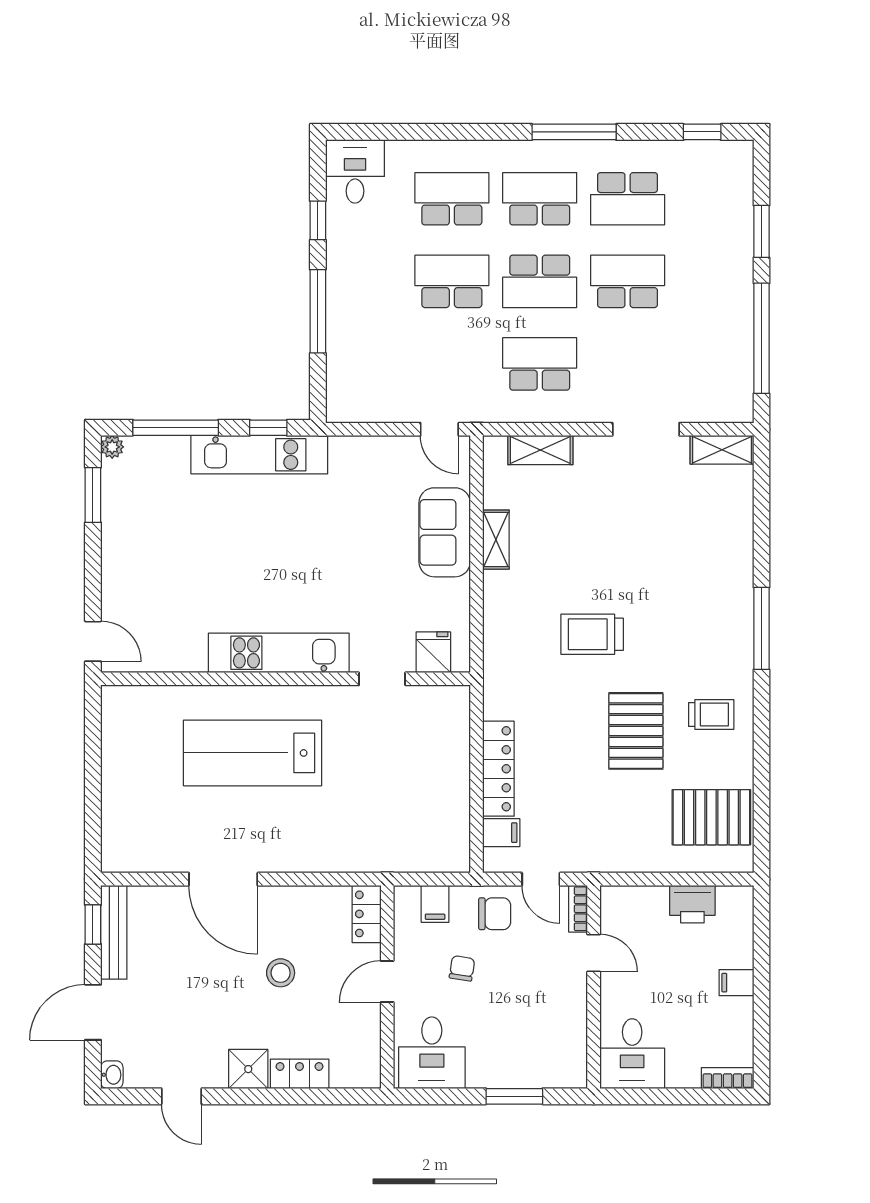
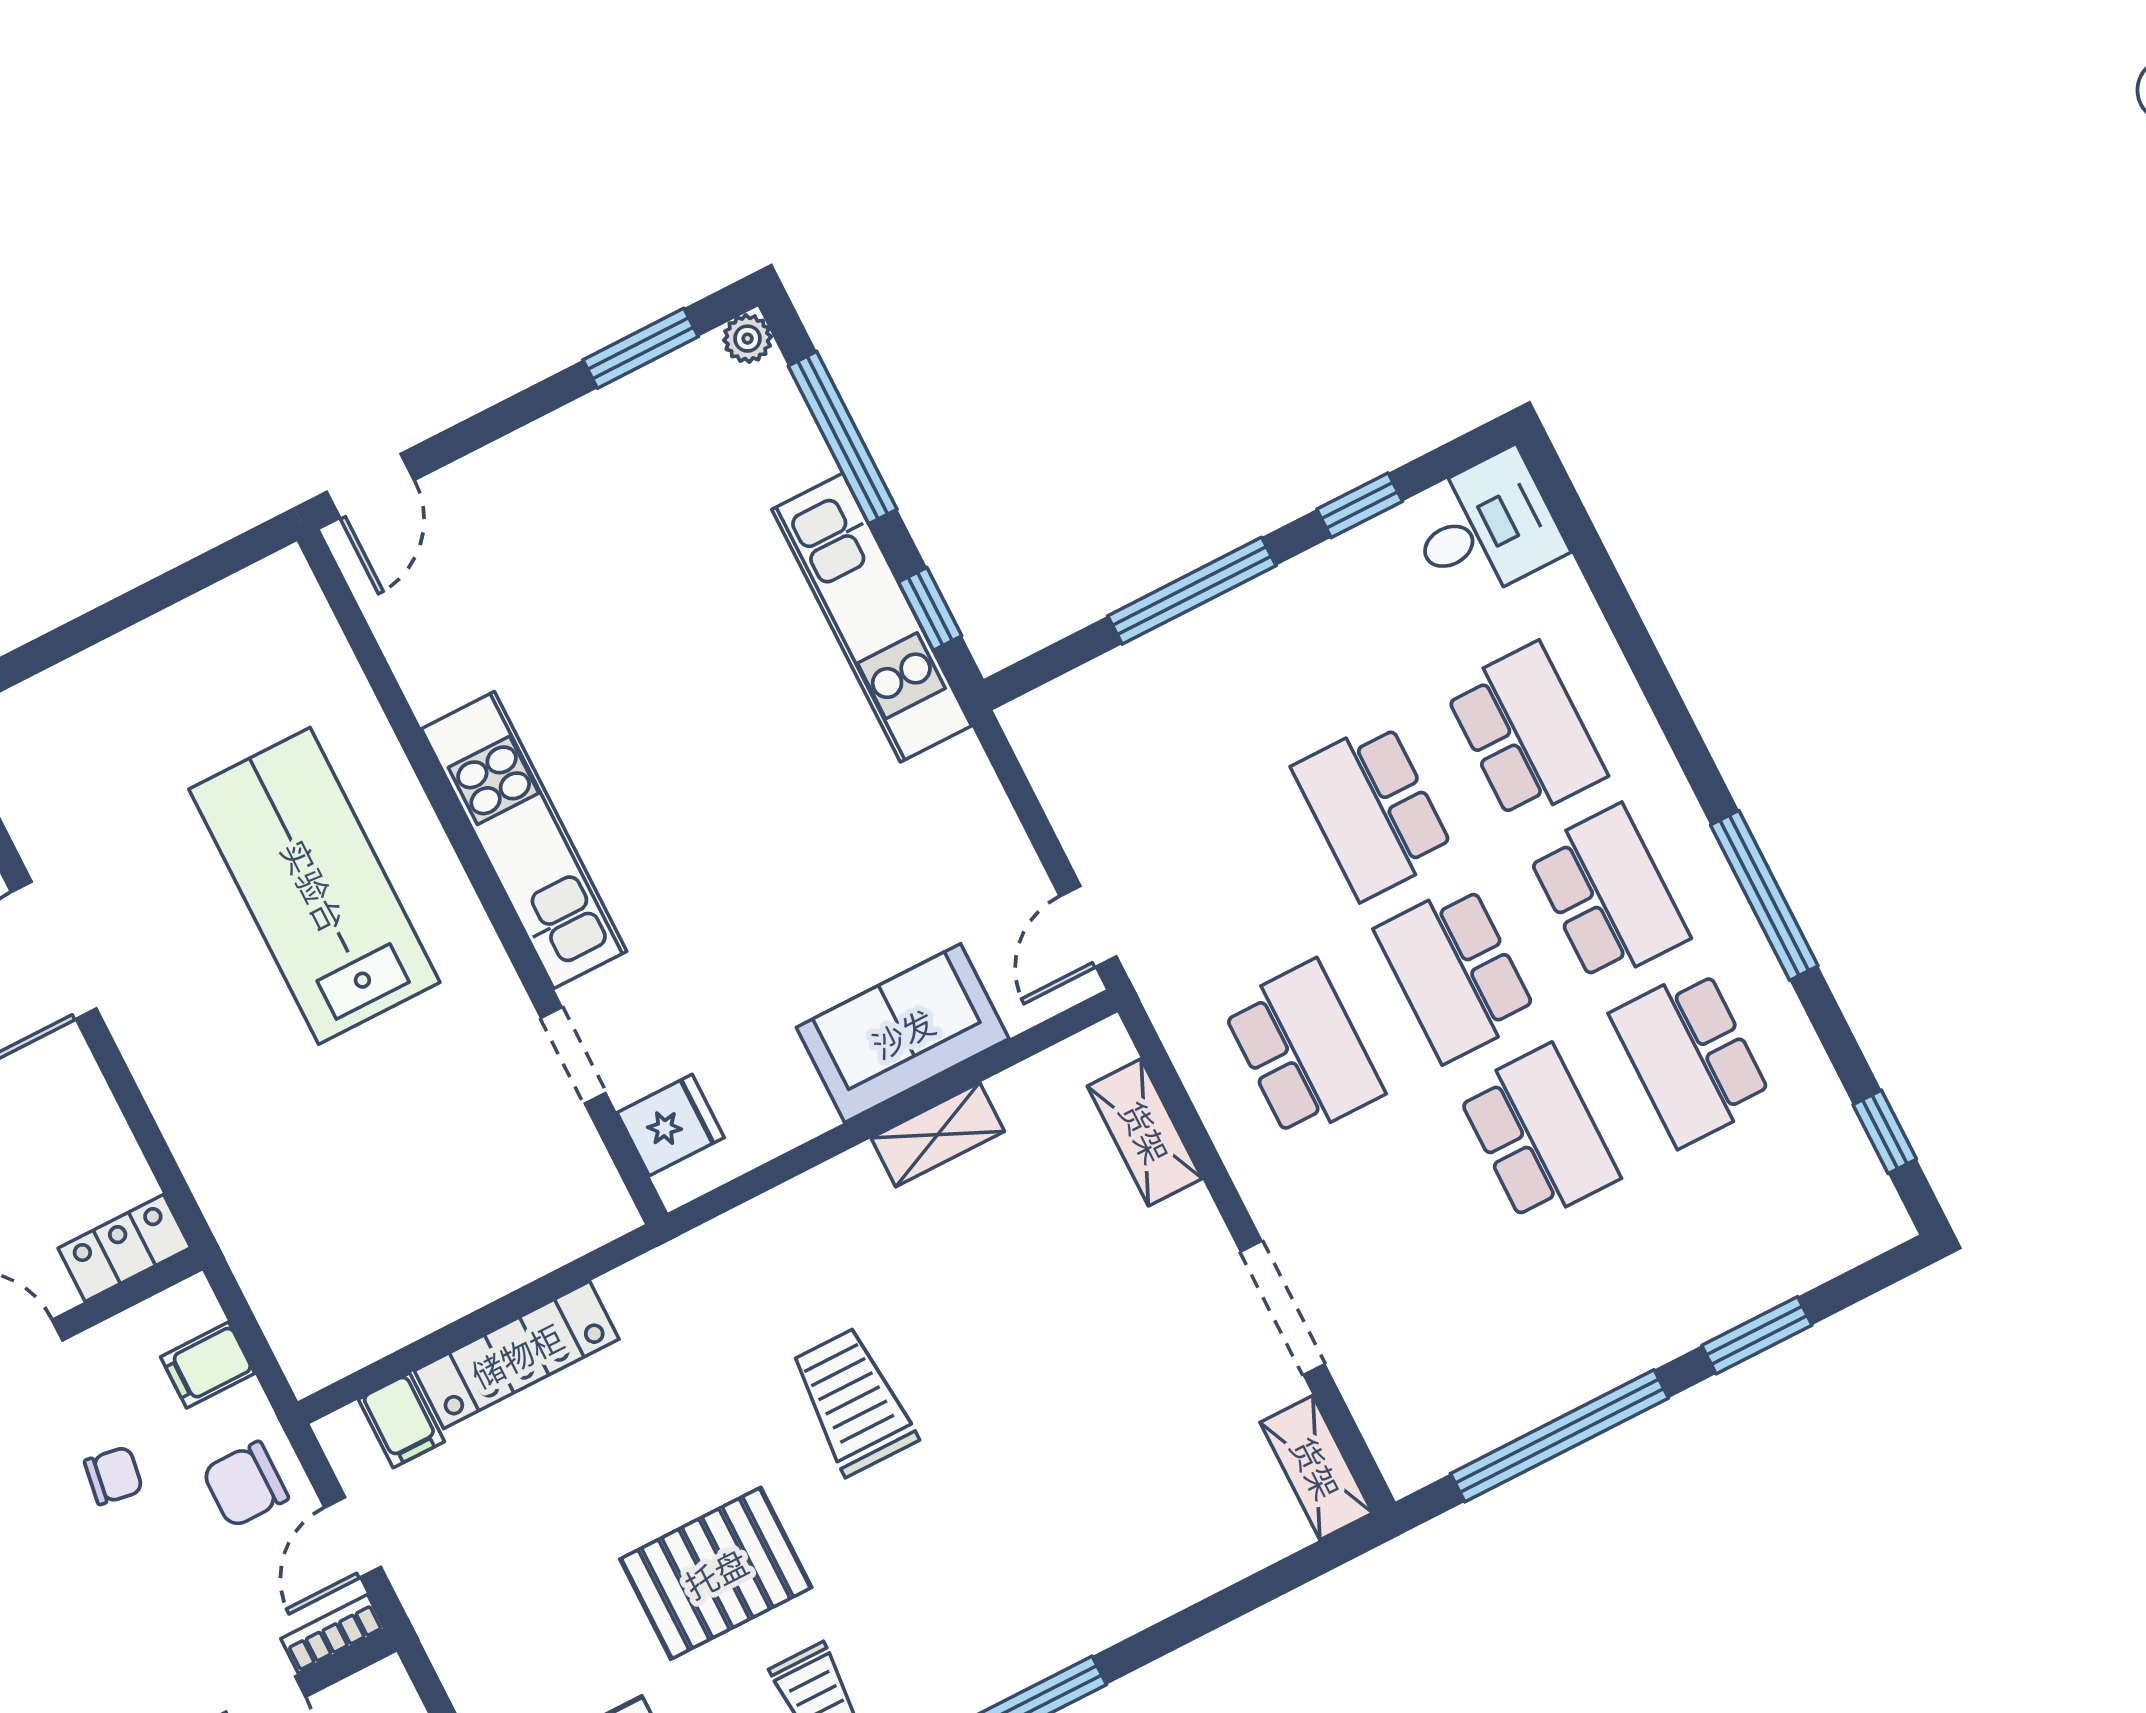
school desk: (452, 281) -> (1373, 810), turned 180
chair: (495, 914) -> (245, 1484), turned 90

